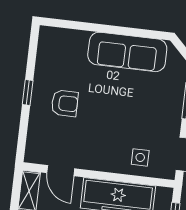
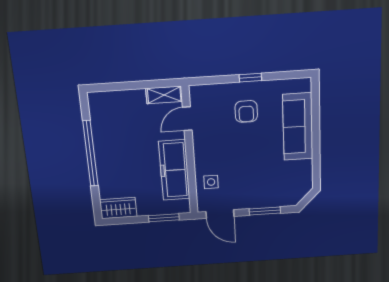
sofa: (127, 52) -> (298, 127), moved

